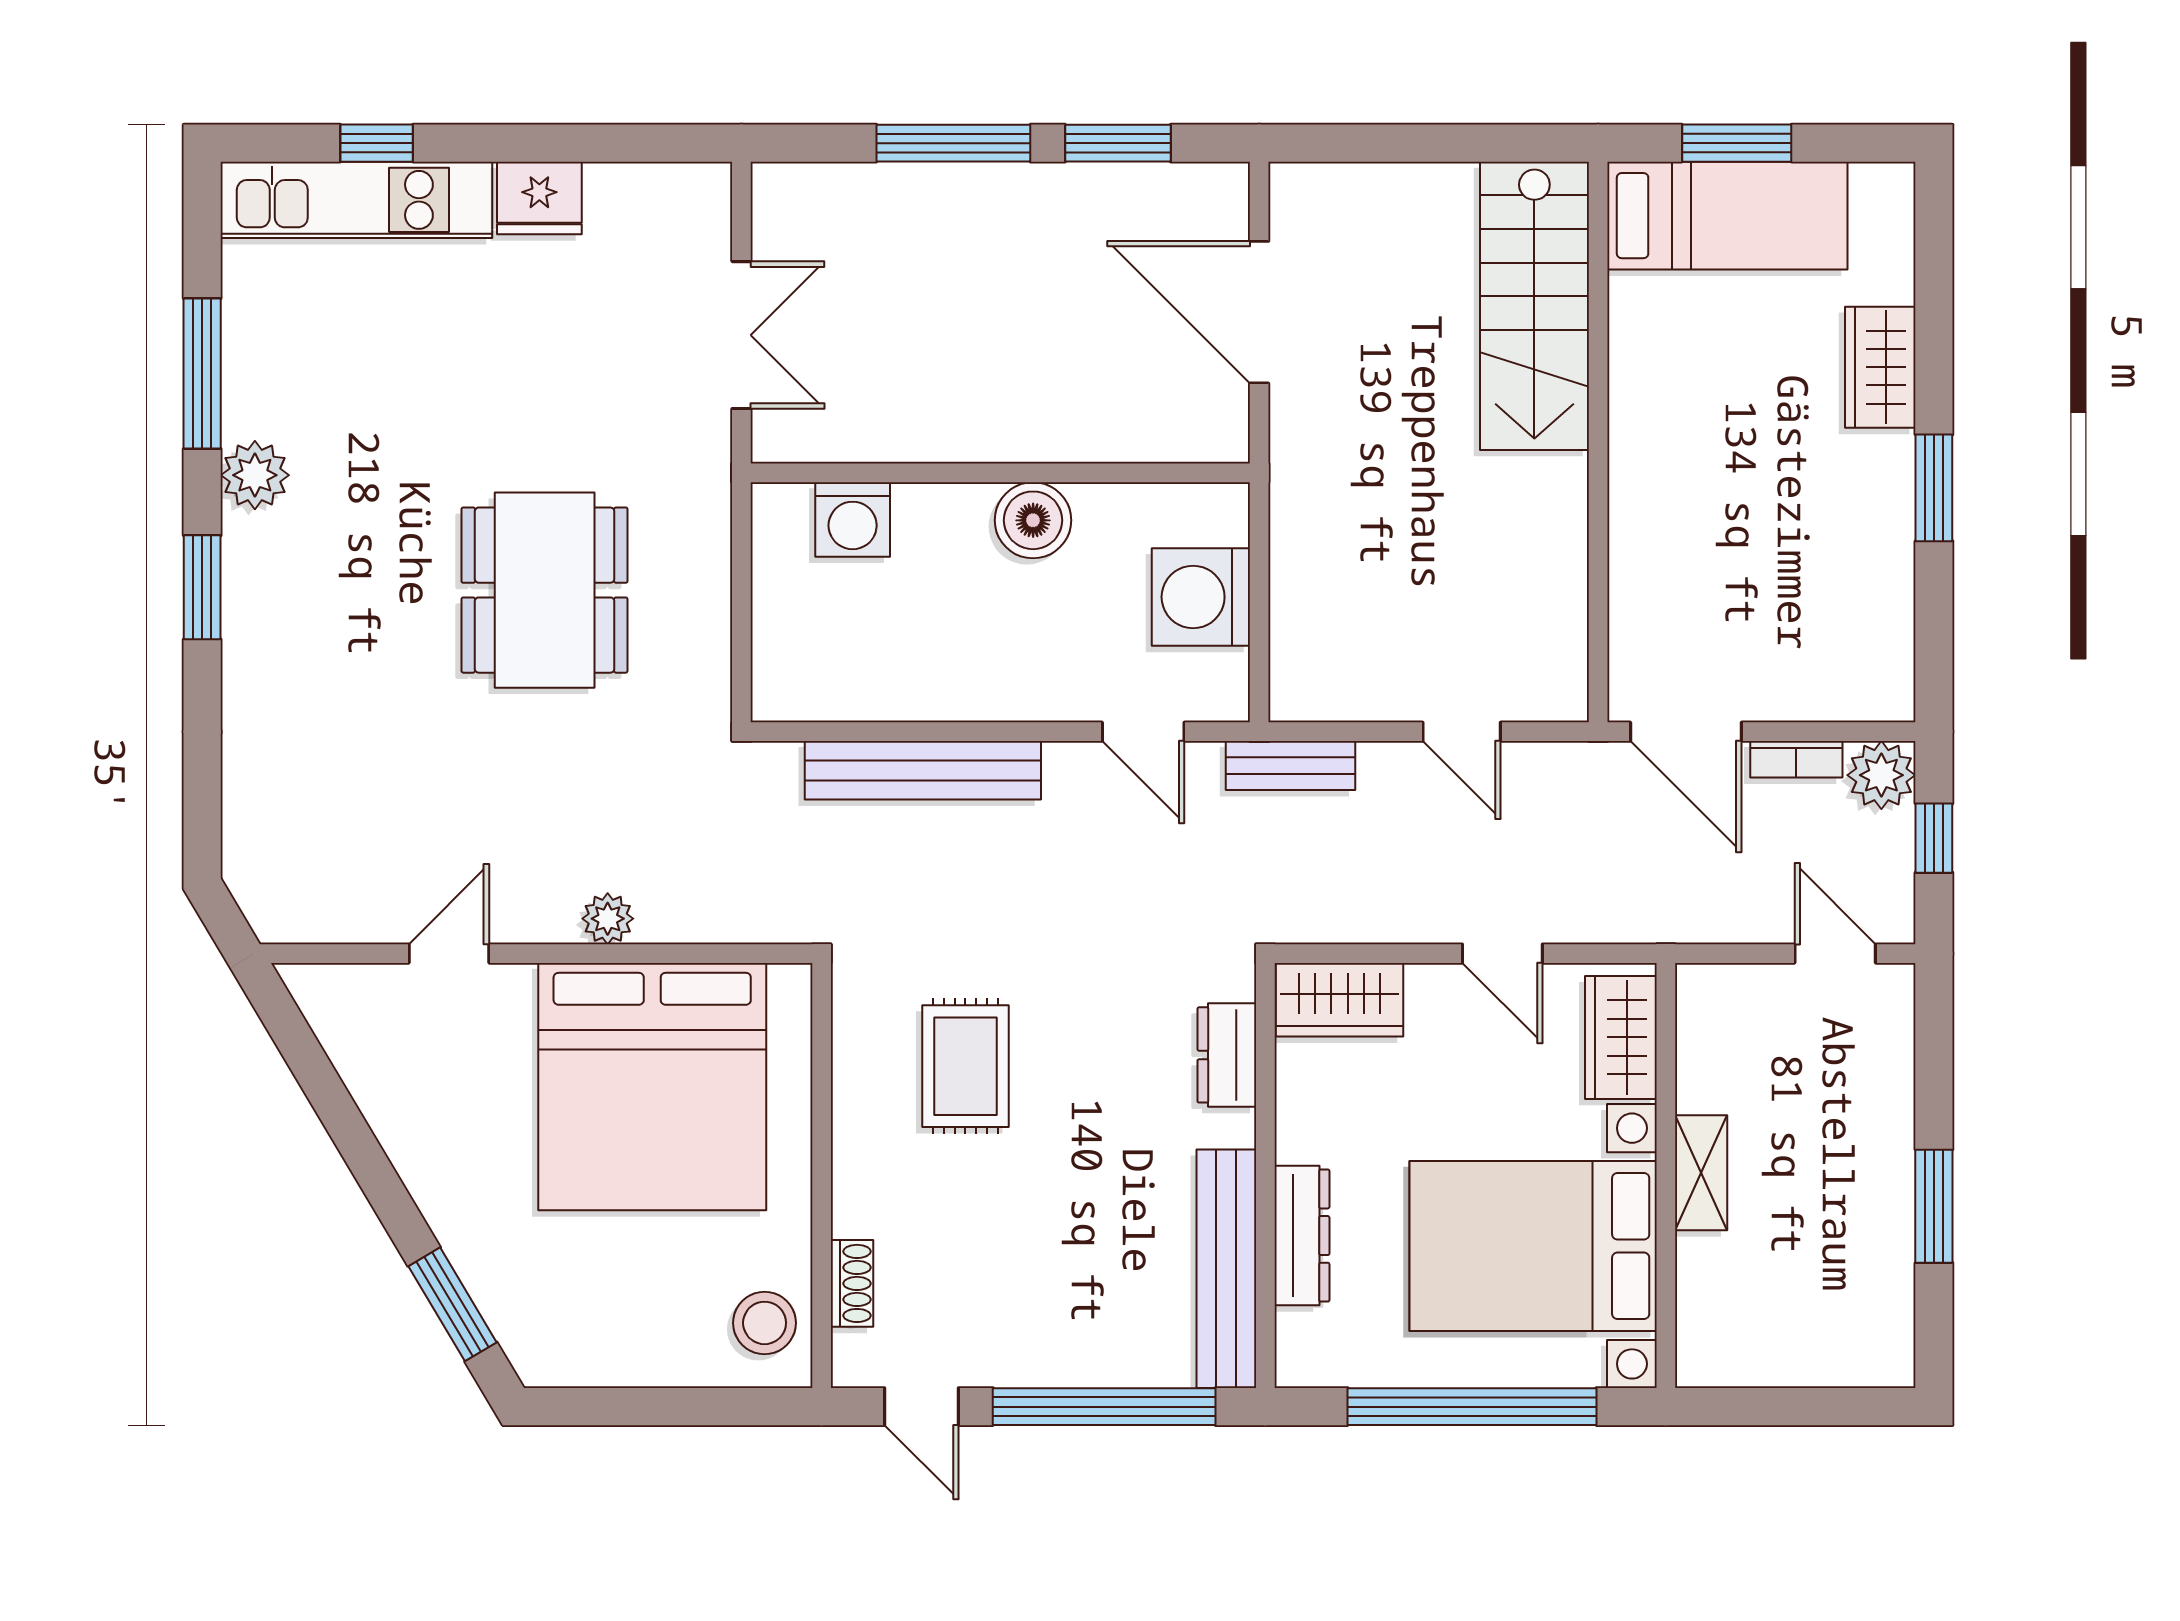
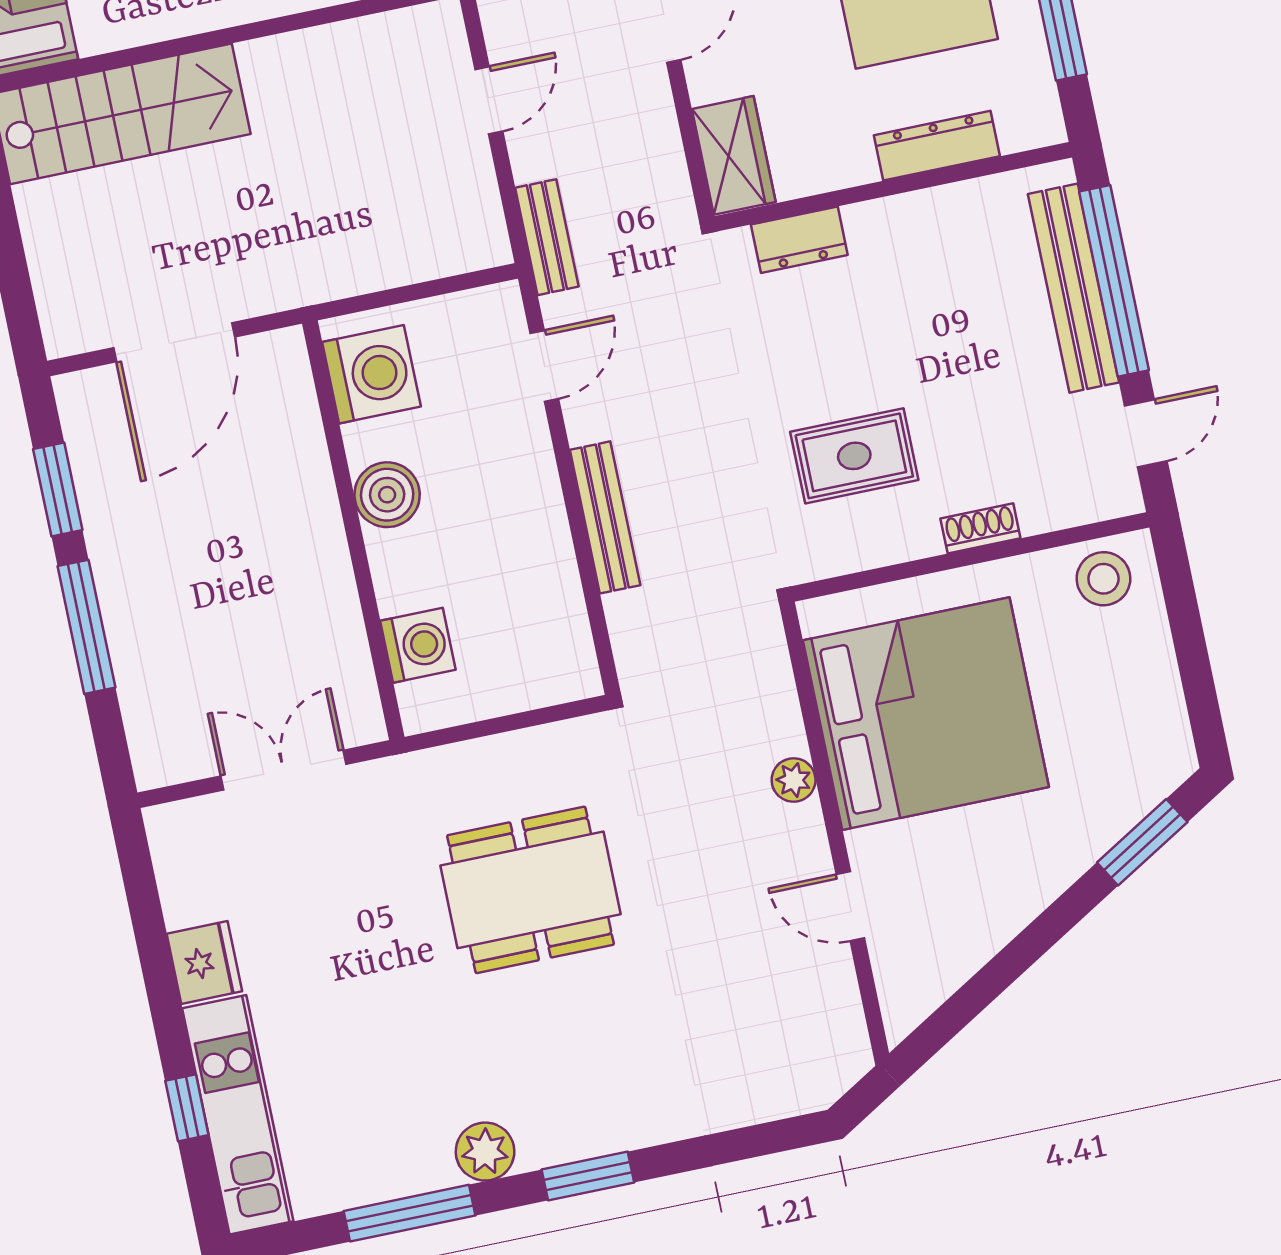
washing machine: (1201, 597) -> (371, 374), moved, turned -90
bench: (923, 770) -> (605, 517), width x0.73, depth x0.82
bench: (1226, 1269) -> (1074, 288), moved, turned 90
shoe rack: (852, 1283) -> (980, 528), moved

